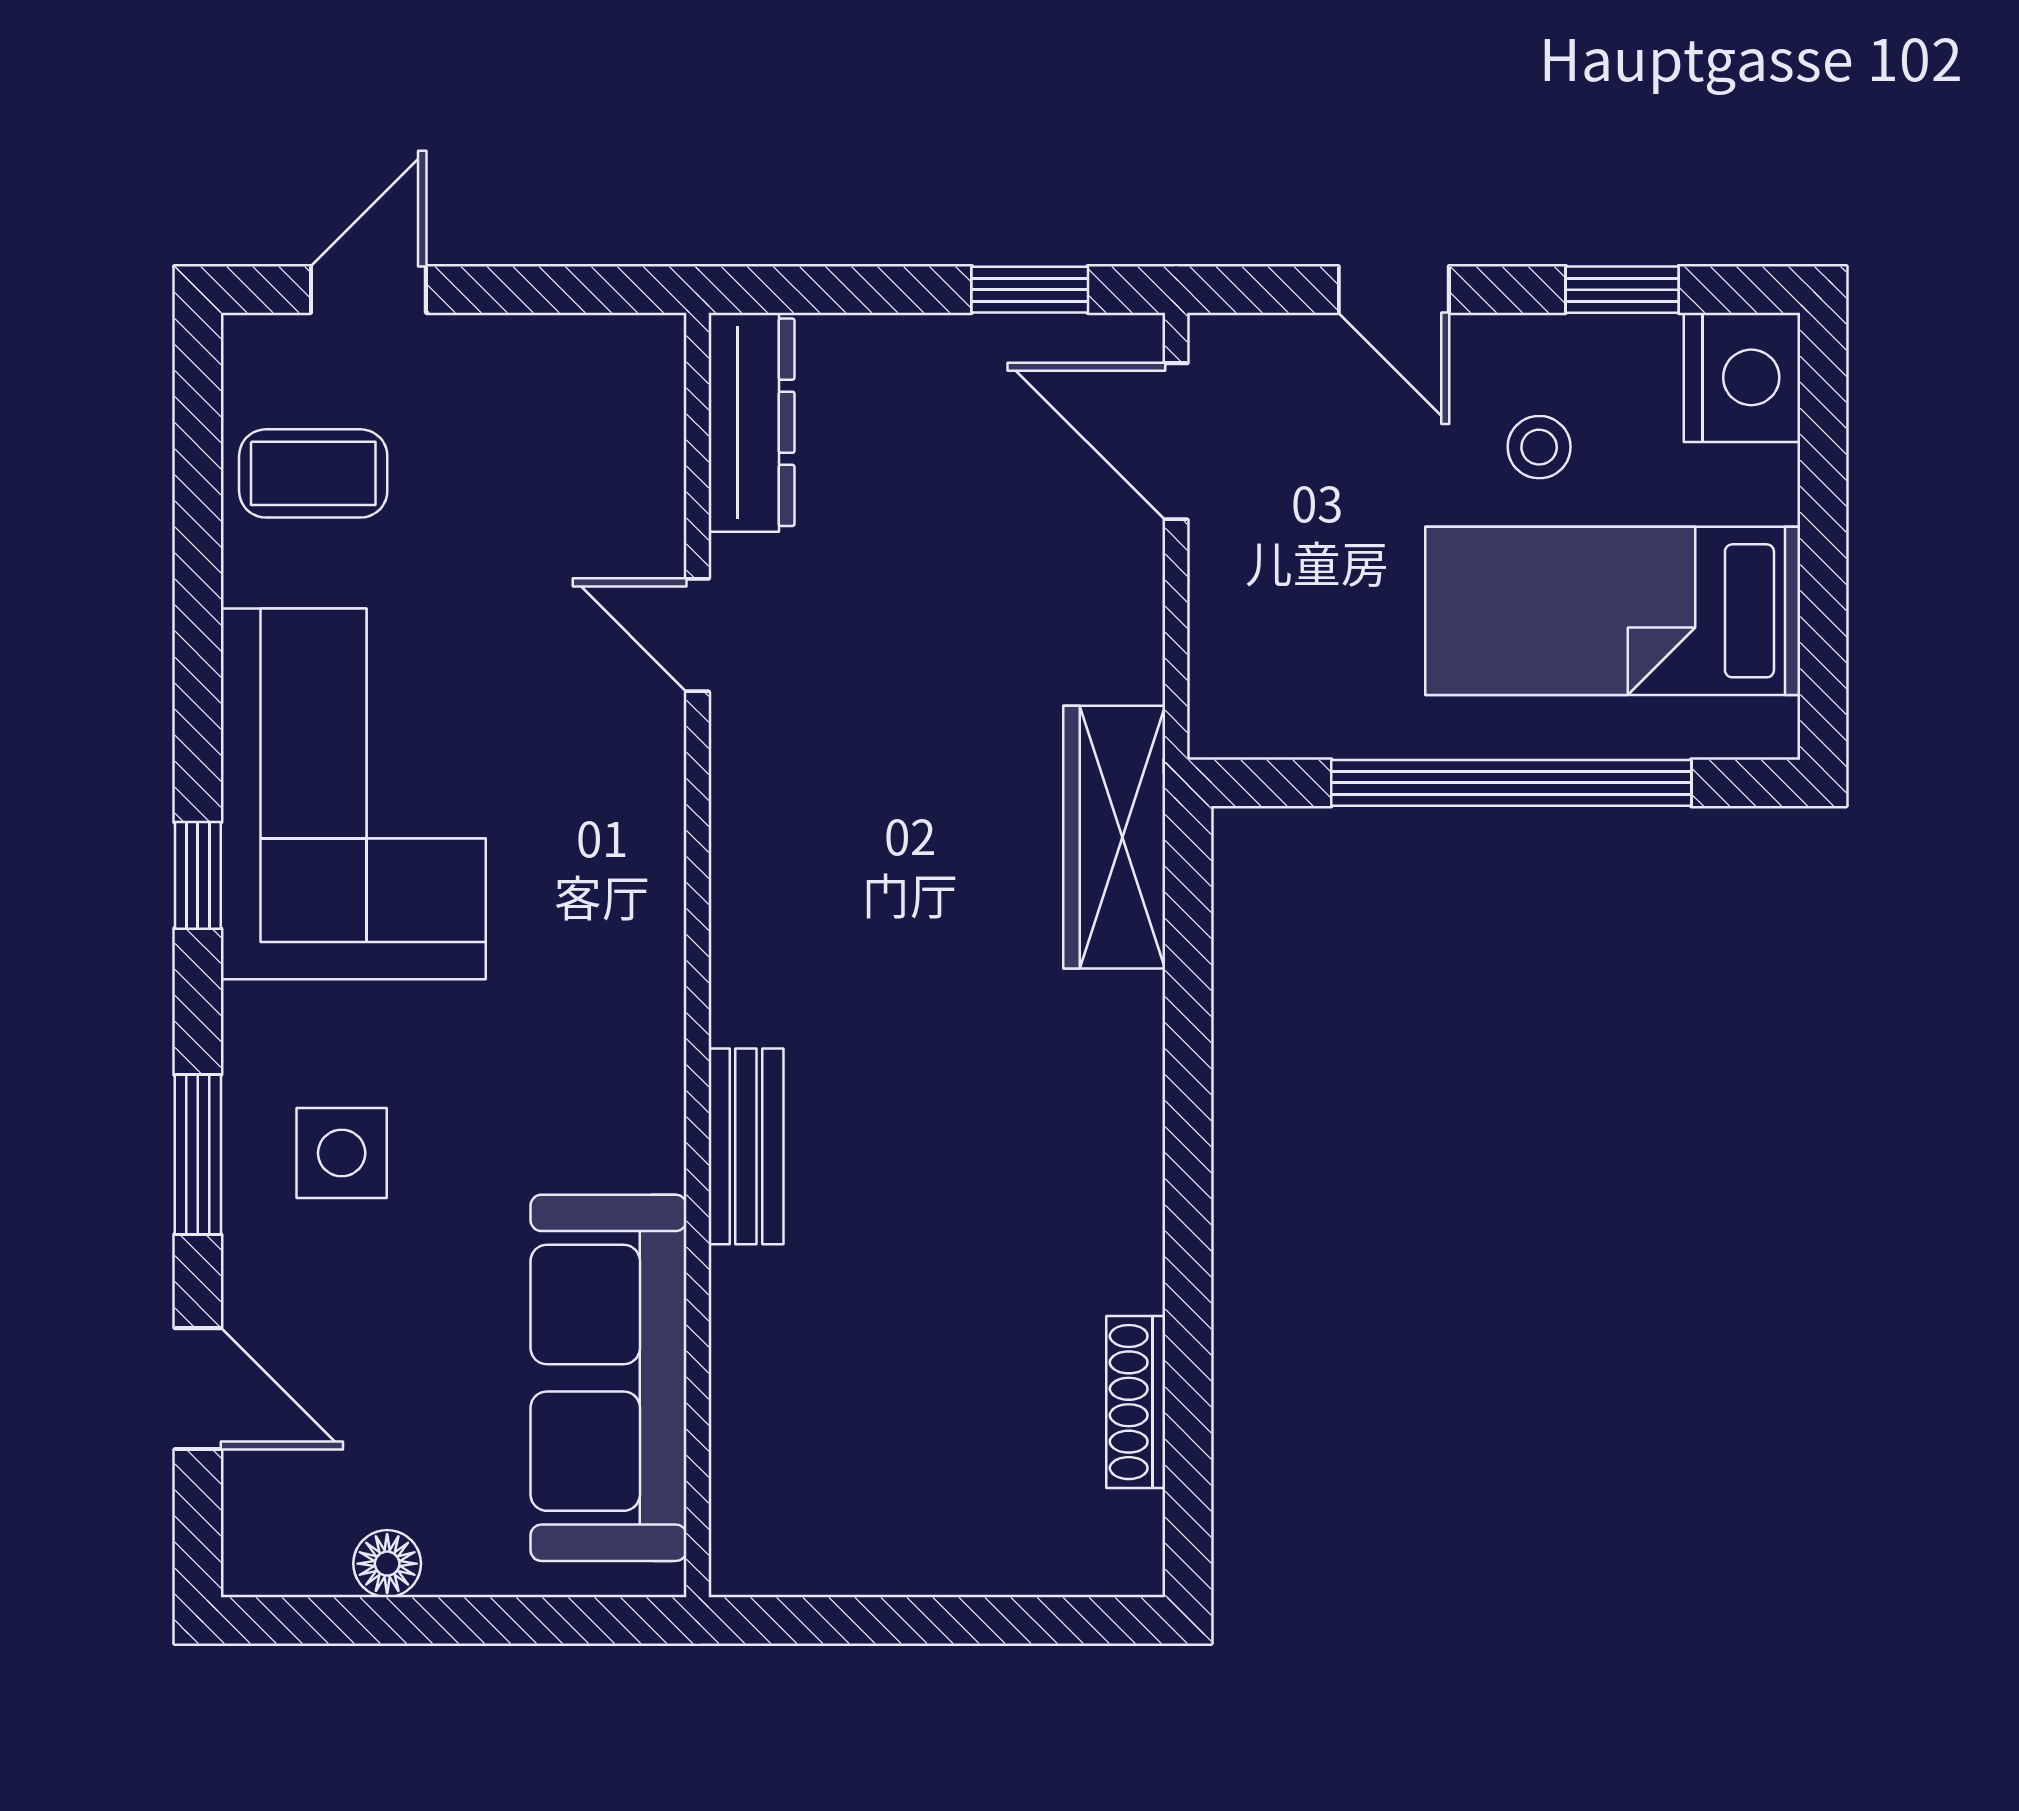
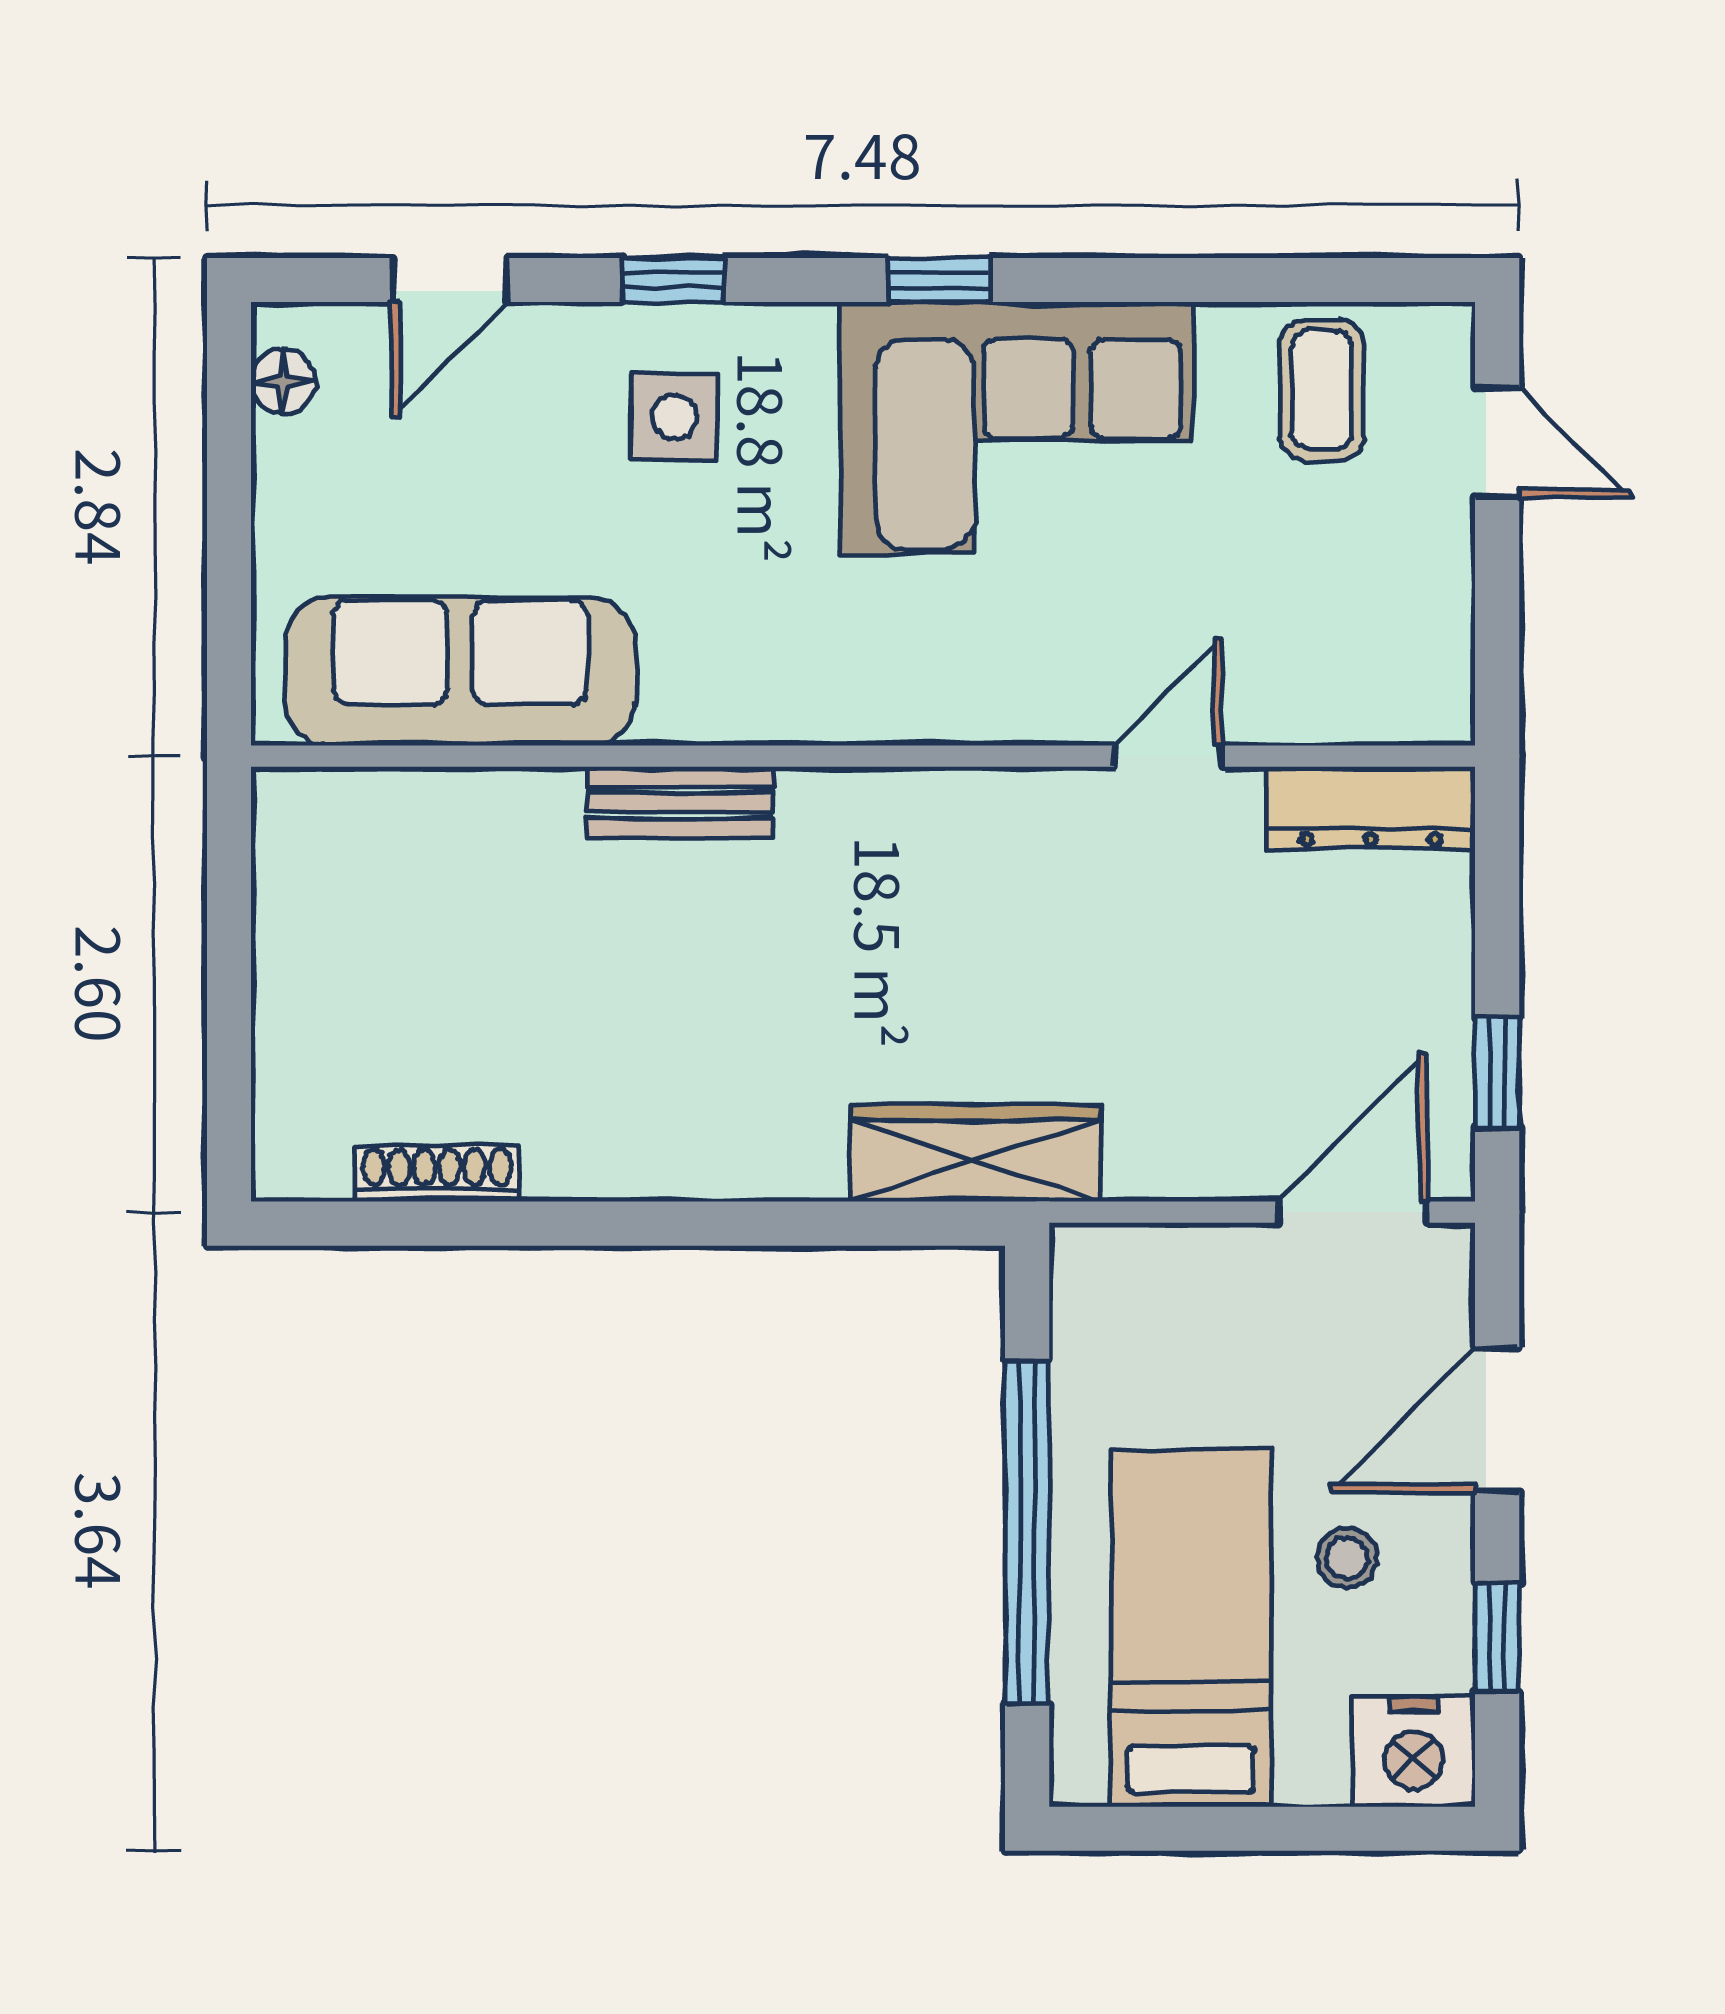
door: (1394, 290) -> (1497, 1420), width x1.38
window: (198, 1155) -> (673, 280), width x0.67
floor lamp: (387, 1564) -> (283, 381), moved

